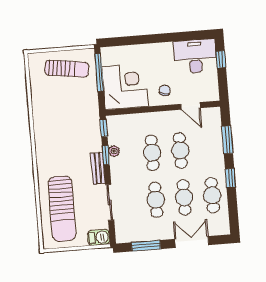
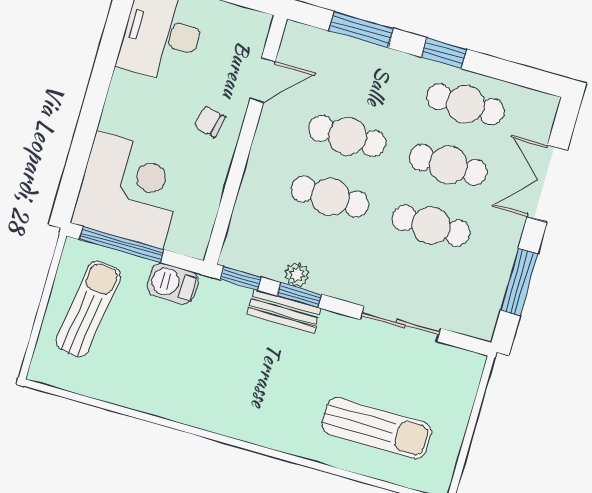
corner desk: (125, 87) -> (129, 190), moved, turned 90
bench: (98, 168) -> (284, 311), moved
sun lounger: (62, 209) -> (376, 428), width x0.73, depth x0.75
barbecue: (99, 237) -> (173, 284), moved, turned -90

